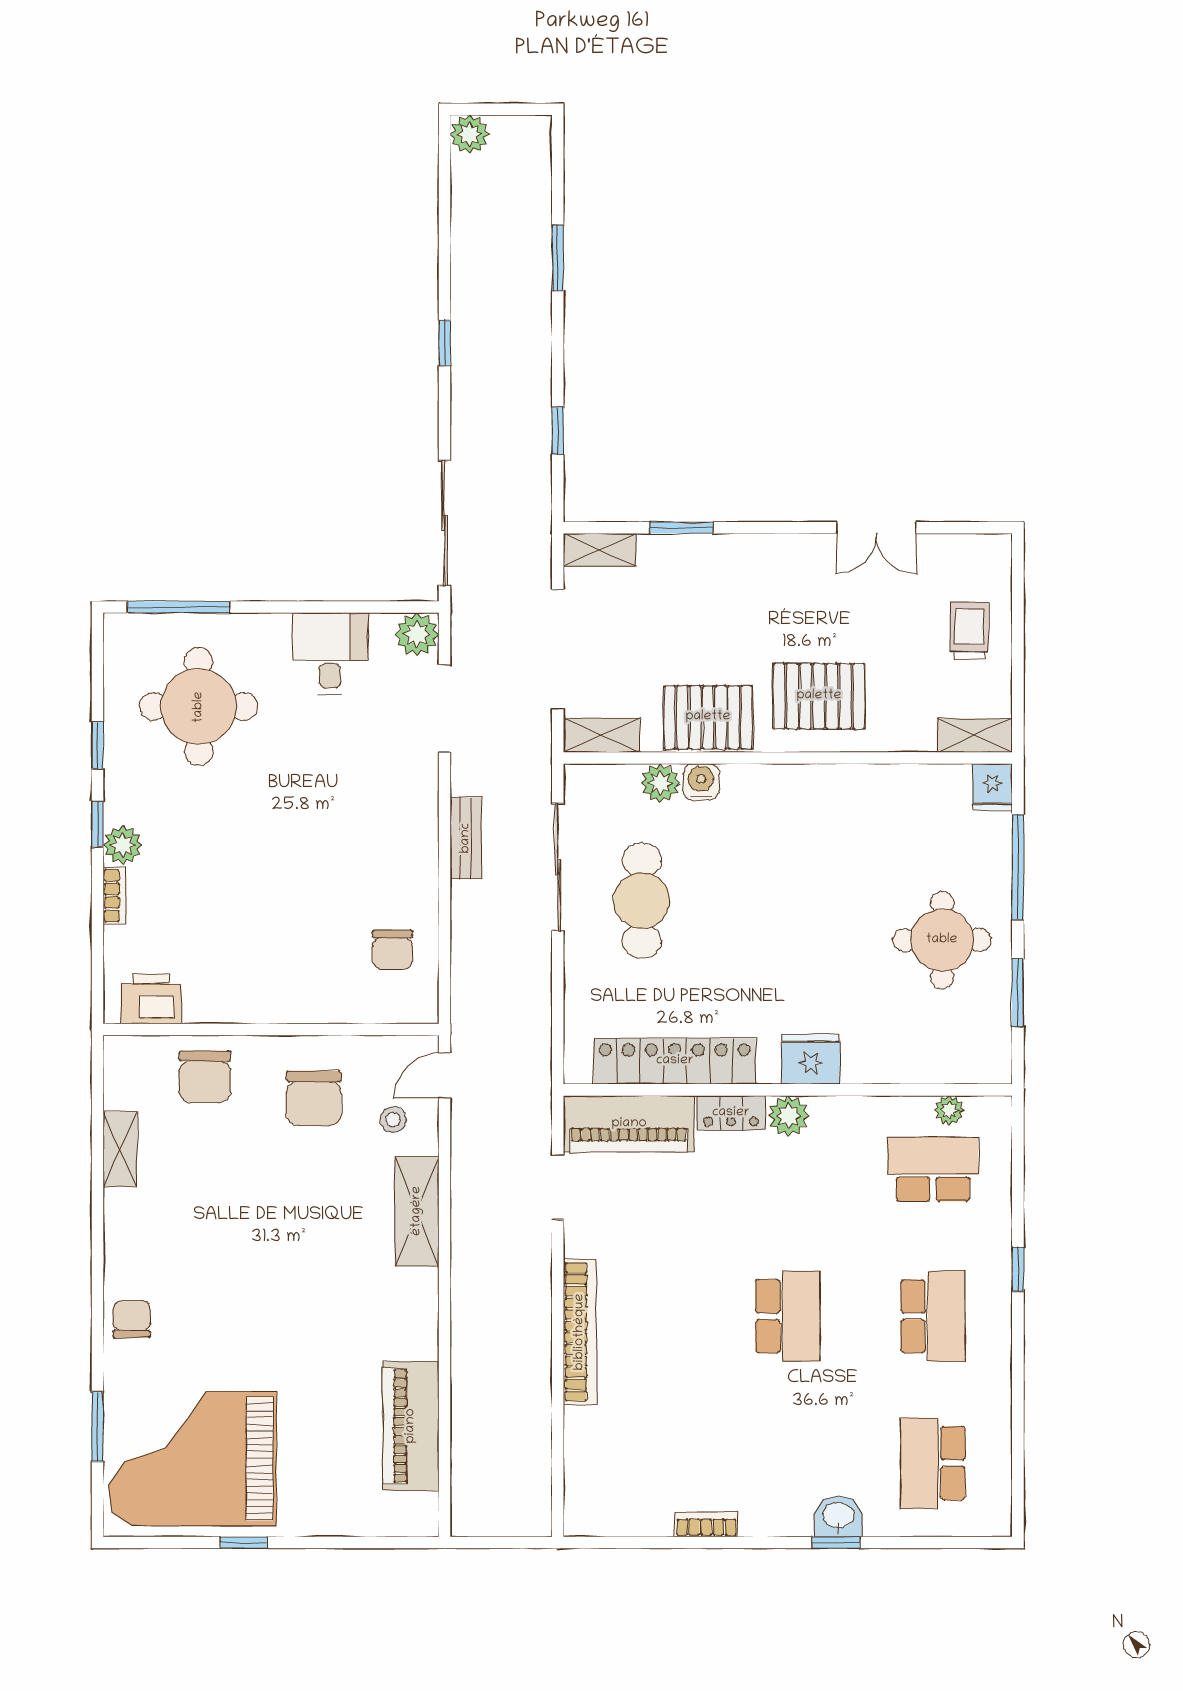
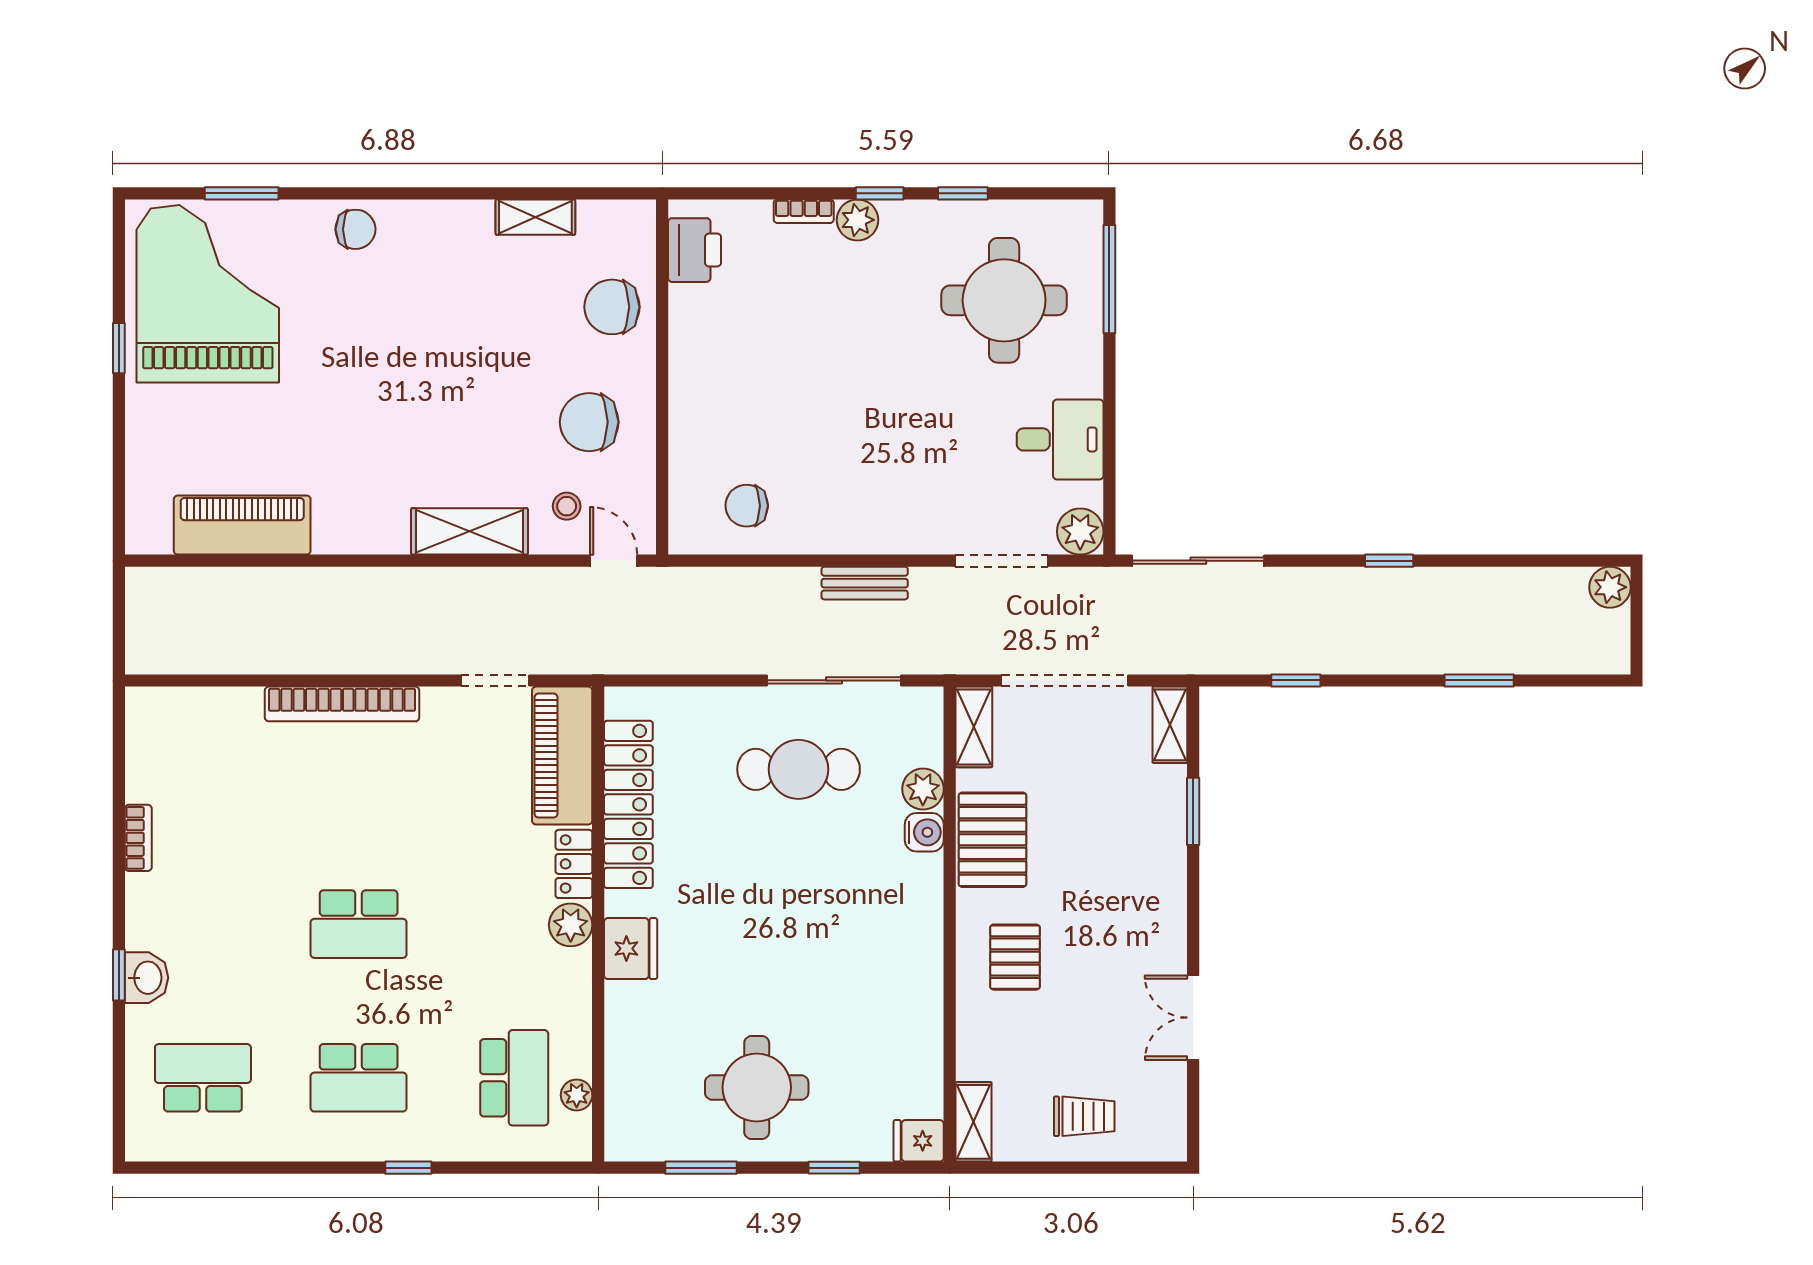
pallet: (819, 696) -> (1015, 957), width x0.67, depth x0.71
window: (1018, 867) -> (834, 1168), width x0.46

